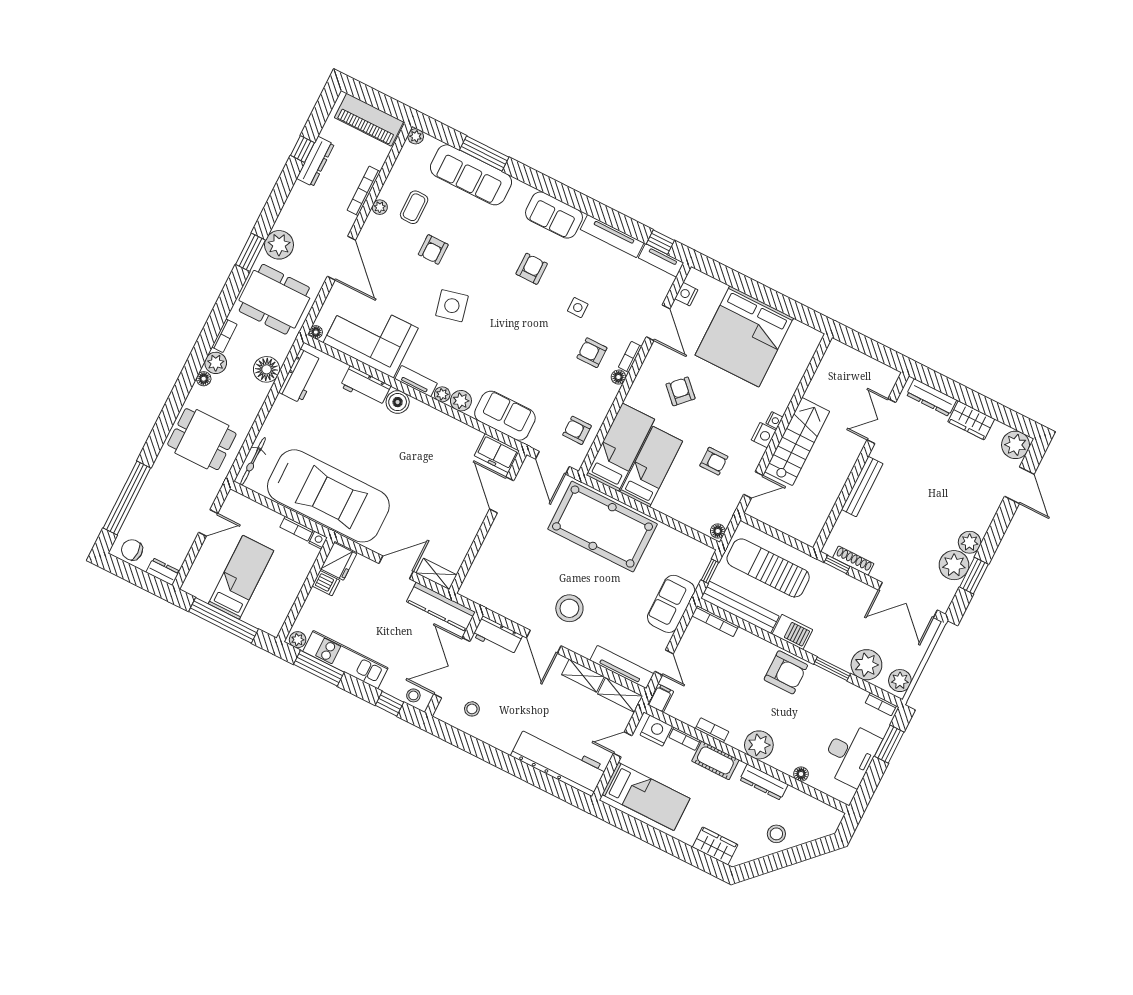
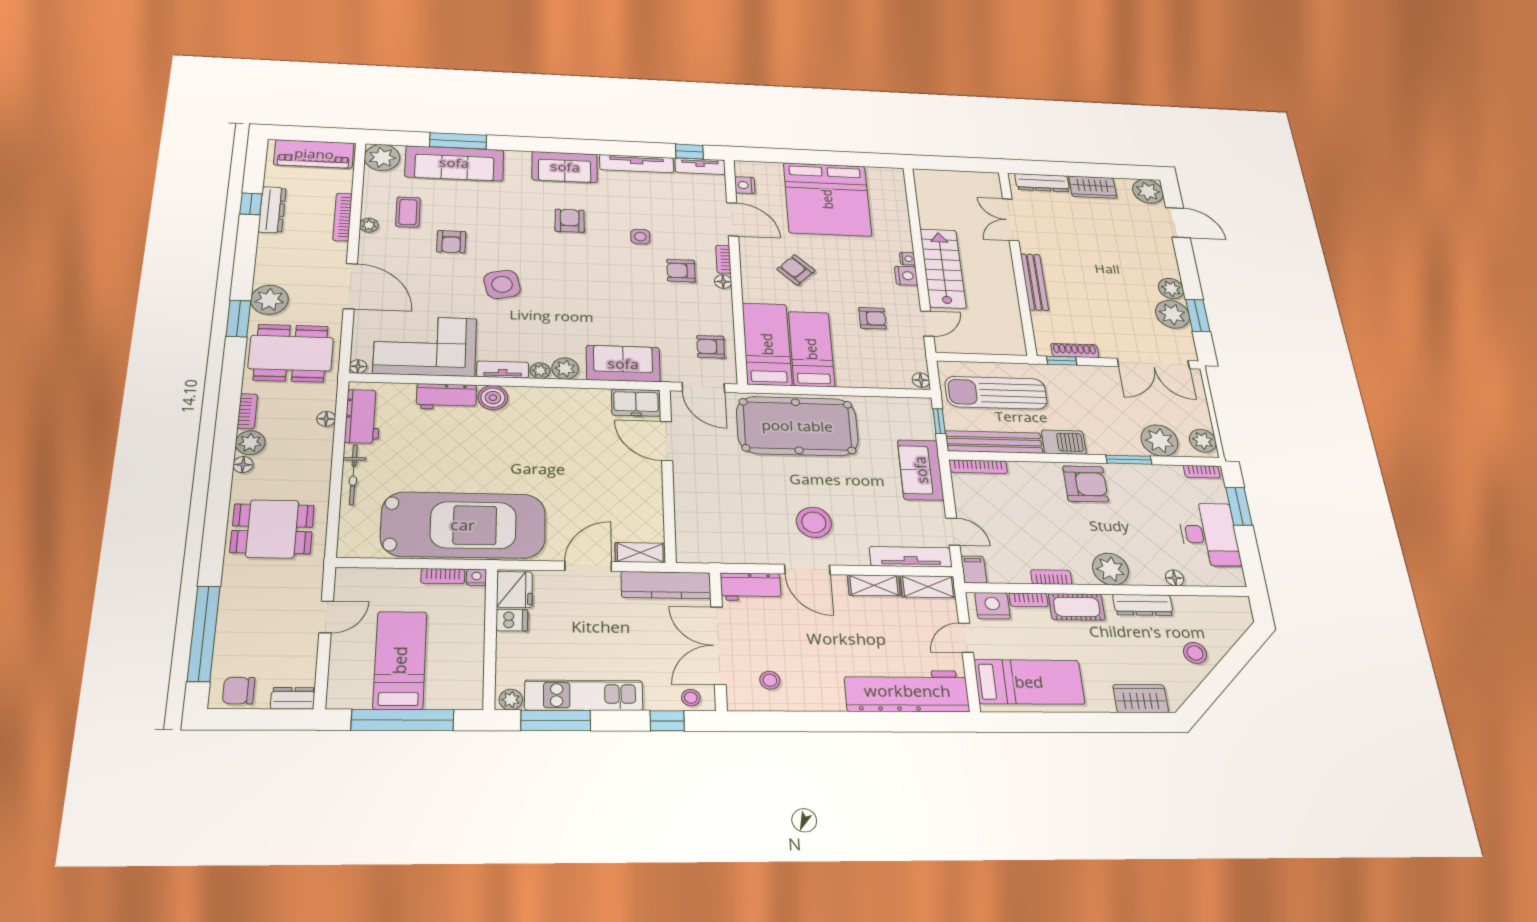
plant: (416, 136) -> (382, 158), width x1.88, depth x1.88
floor lamp: (267, 369) -> (326, 419), width x0.53, depth x0.53
bicycle: (253, 461) -> (353, 475), moved

